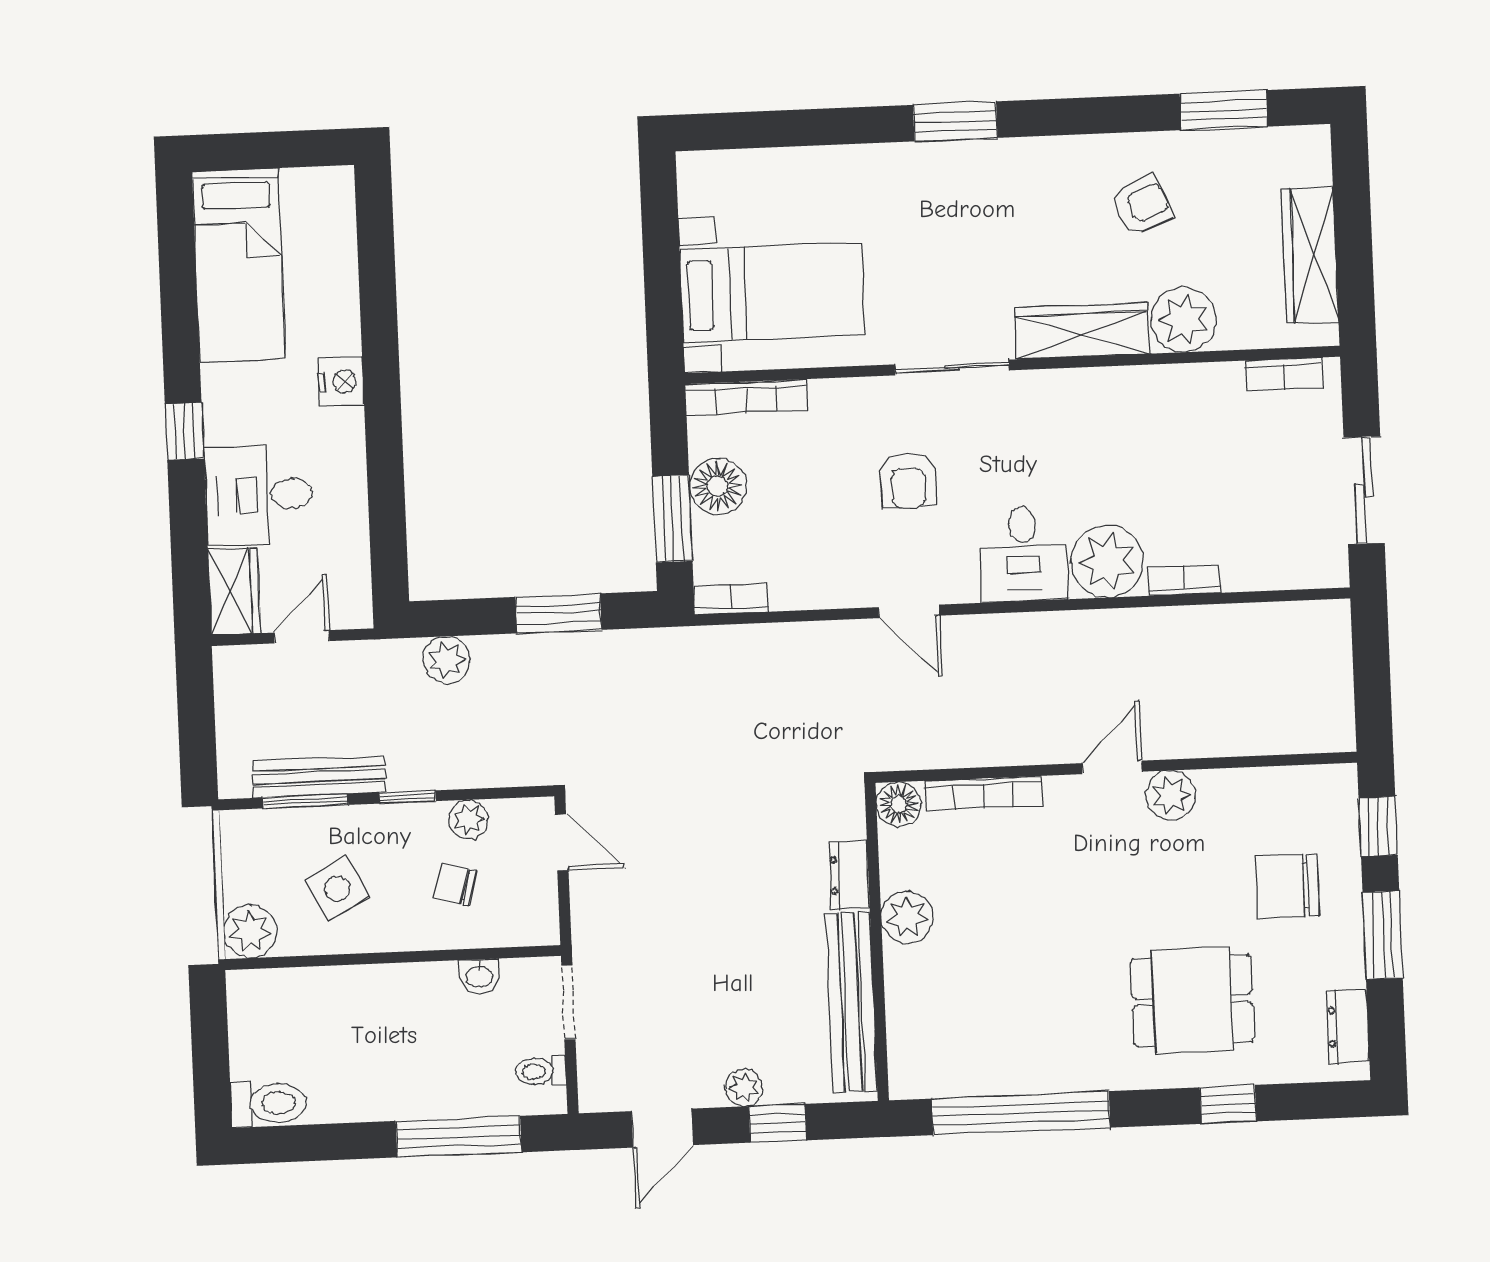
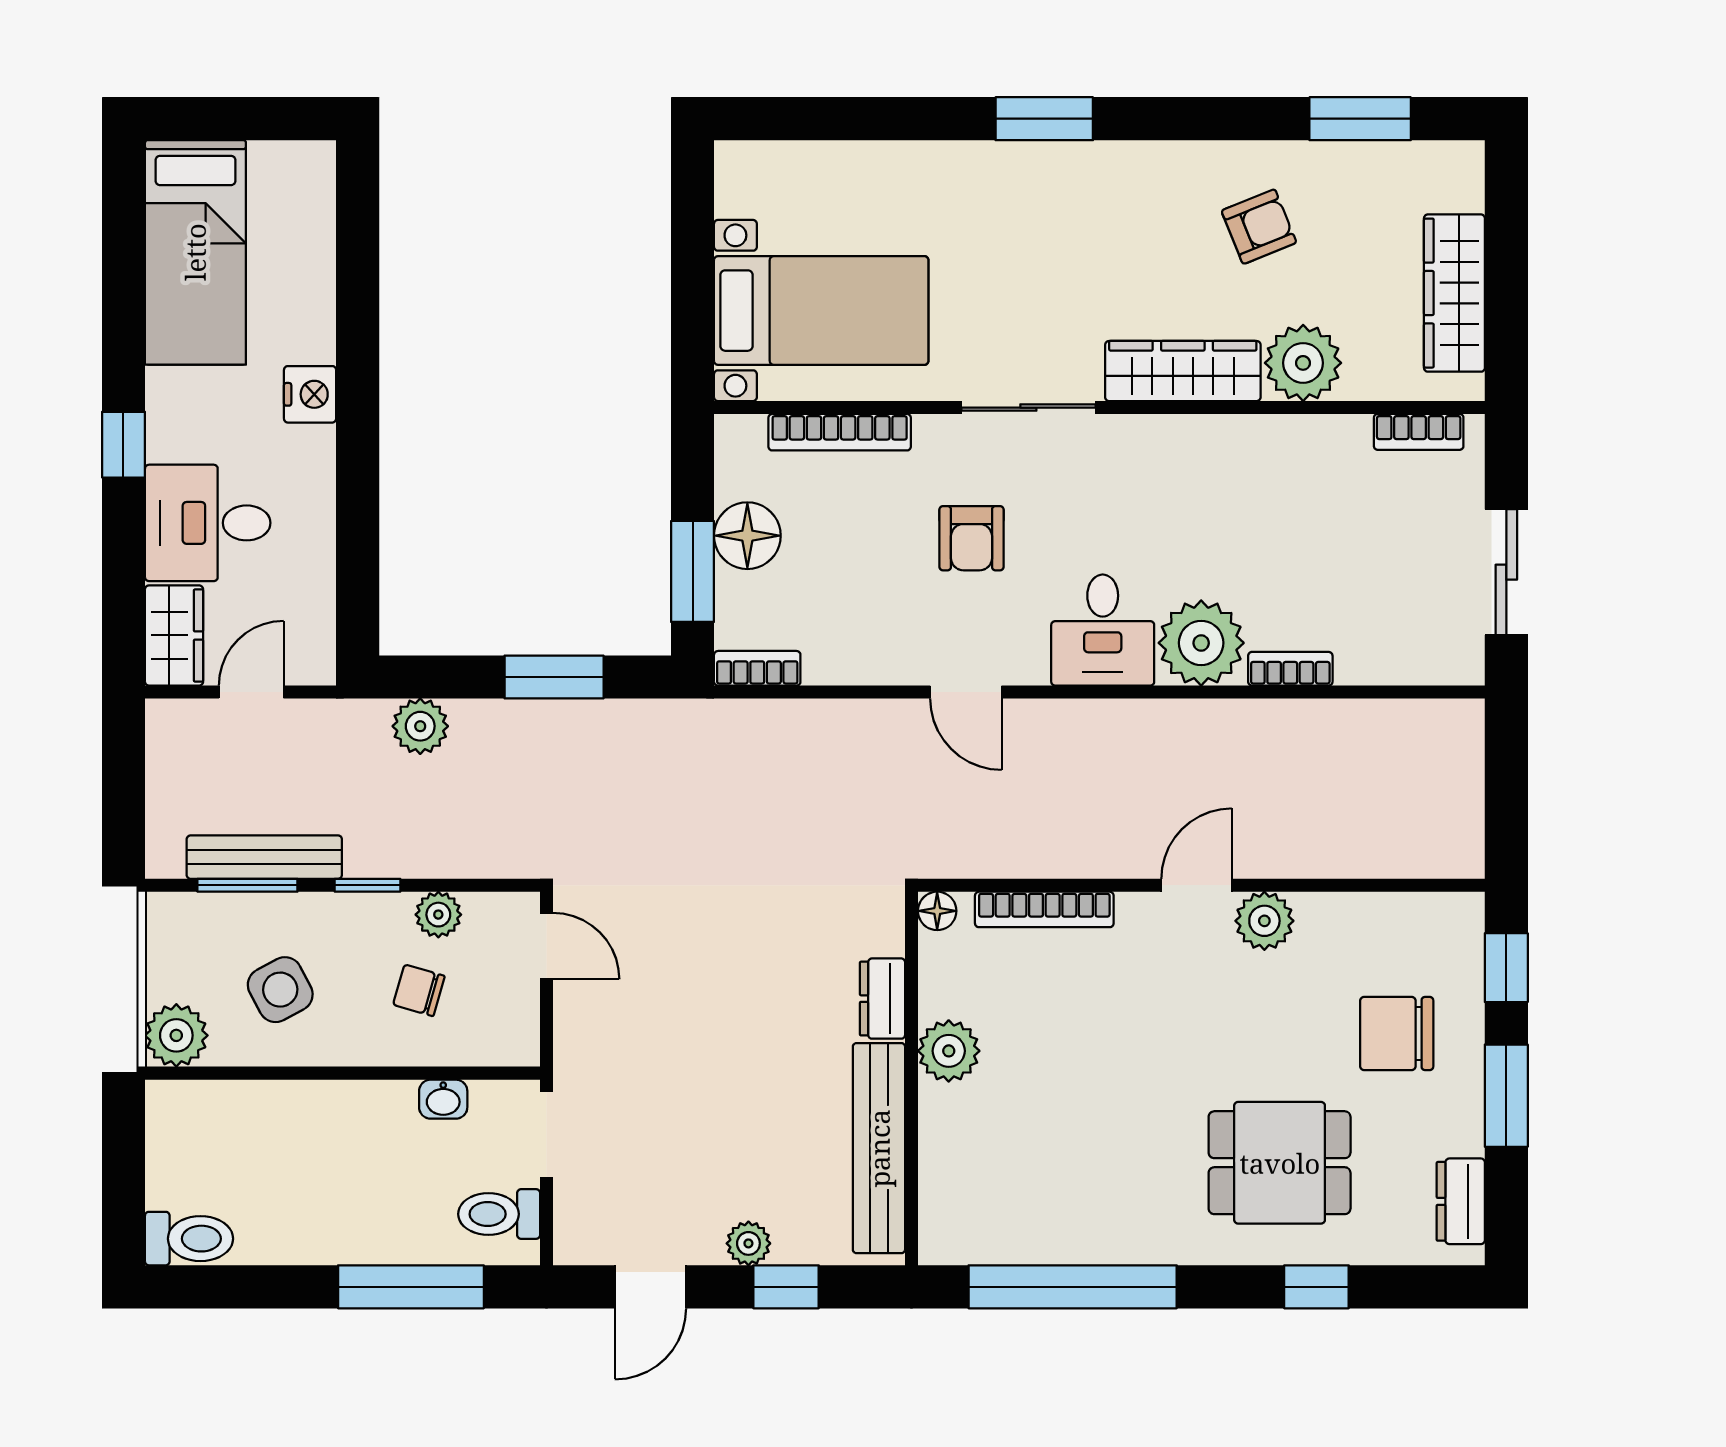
bookcase: (746, 397) -> (840, 432), moved
floor lamp: (899, 804) -> (937, 911), width x0.73, depth x0.73
toilet: (541, 1071) -> (499, 1214), width x1.37, depth x1.39

